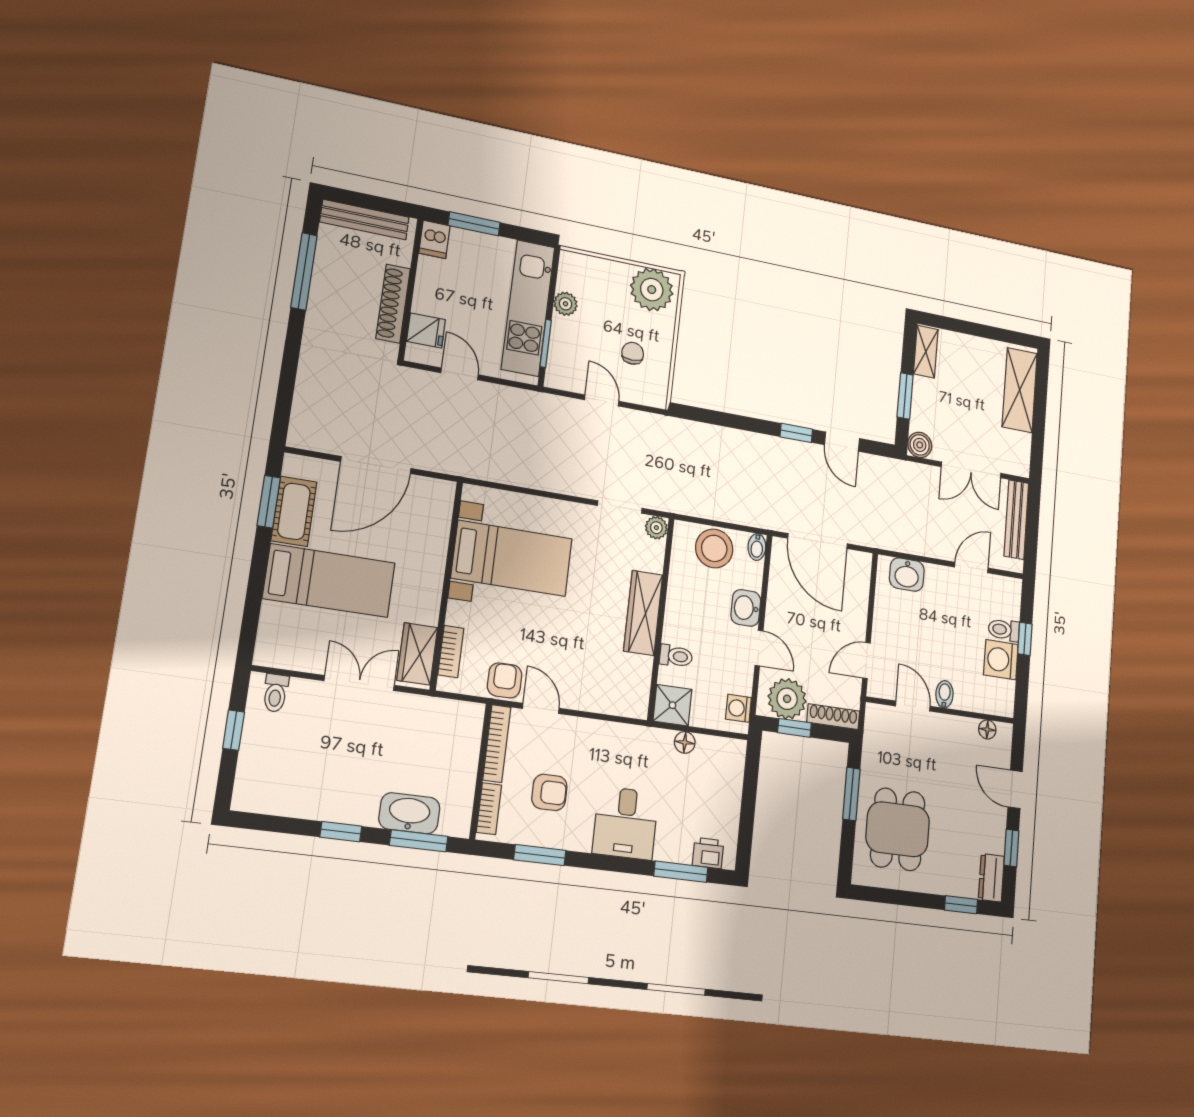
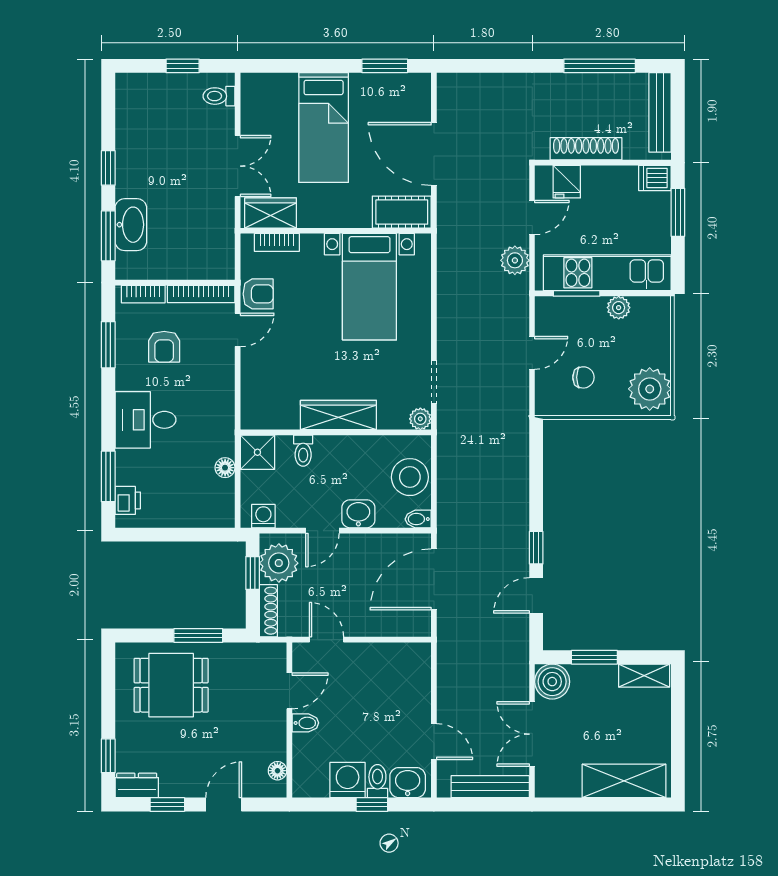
plant: (503, 400) -> (515, 260), added
boiler: (920, 445) -> (552, 682), width x1.36, depth x1.36
cot: (294, 511) -> (402, 212), moved
washbasin: (907, 575) -> (408, 783), moved, turned 90

